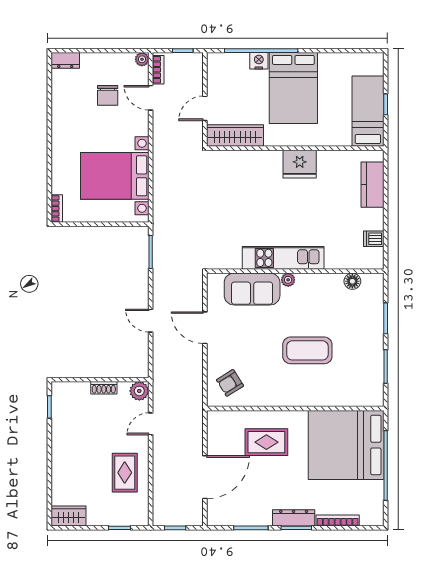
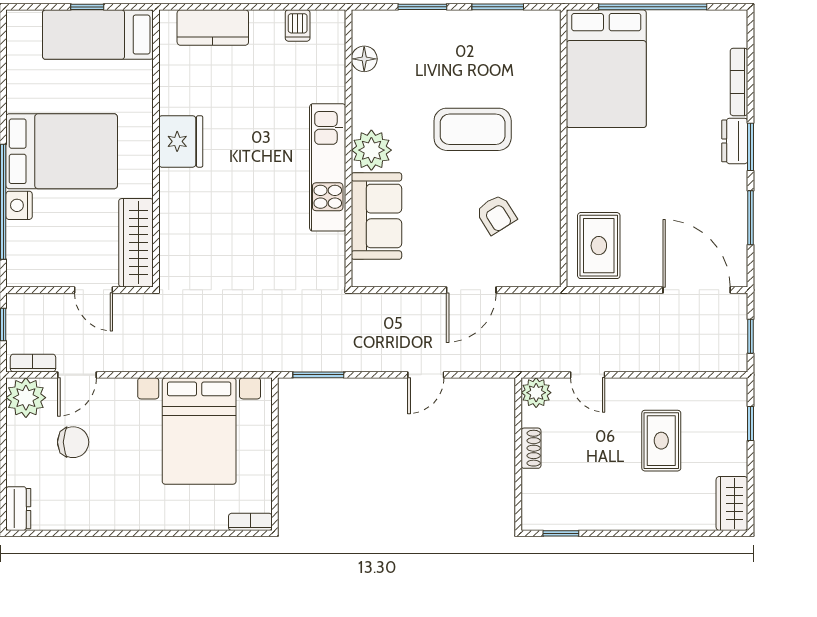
plant: (142, 59) -> (26, 398), width x1.88, depth x1.88
plant: (288, 280) -> (371, 150), width x1.88, depth x1.88
door: (205, 328) -> (471, 290), moved
coffee table: (307, 350) -> (473, 129), turned 90
armchair: (230, 383) -> (496, 214), moved
rug: (266, 442) -> (599, 246), moved
bed: (346, 445) -> (606, 69), width x0.73
rug: (125, 473) -> (661, 441), moved, turned 90
door: (205, 477) -> (697, 290), moved
dresser: (294, 518) -> (735, 141), width x0.70

